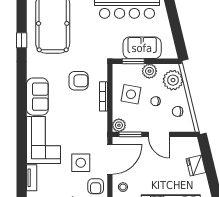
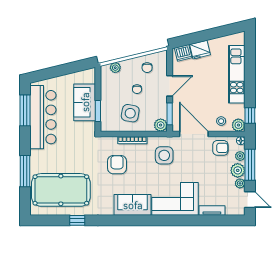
plant: (149, 71) -> (108, 95), removed
plant: (173, 80) -> (115, 68), width x0.53, depth x0.53
dishwasher: (193, 148) -> (183, 53), added
side table: (81, 163) -> (164, 155), moved

